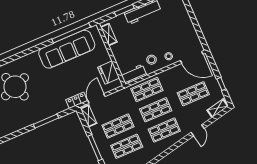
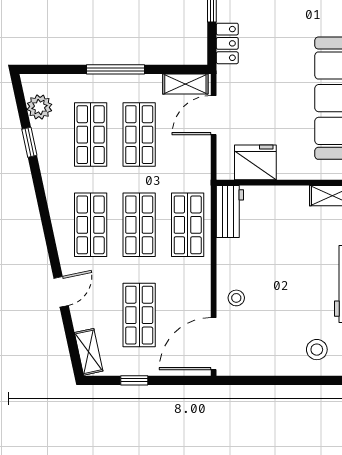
stool: (152, 60) -> (317, 350), moved
door: (96, 98) -> (214, 115), swing flipped
locker: (77, 100) -> (227, 43), moved
door: (198, 130) -> (61, 292), swing flipped

